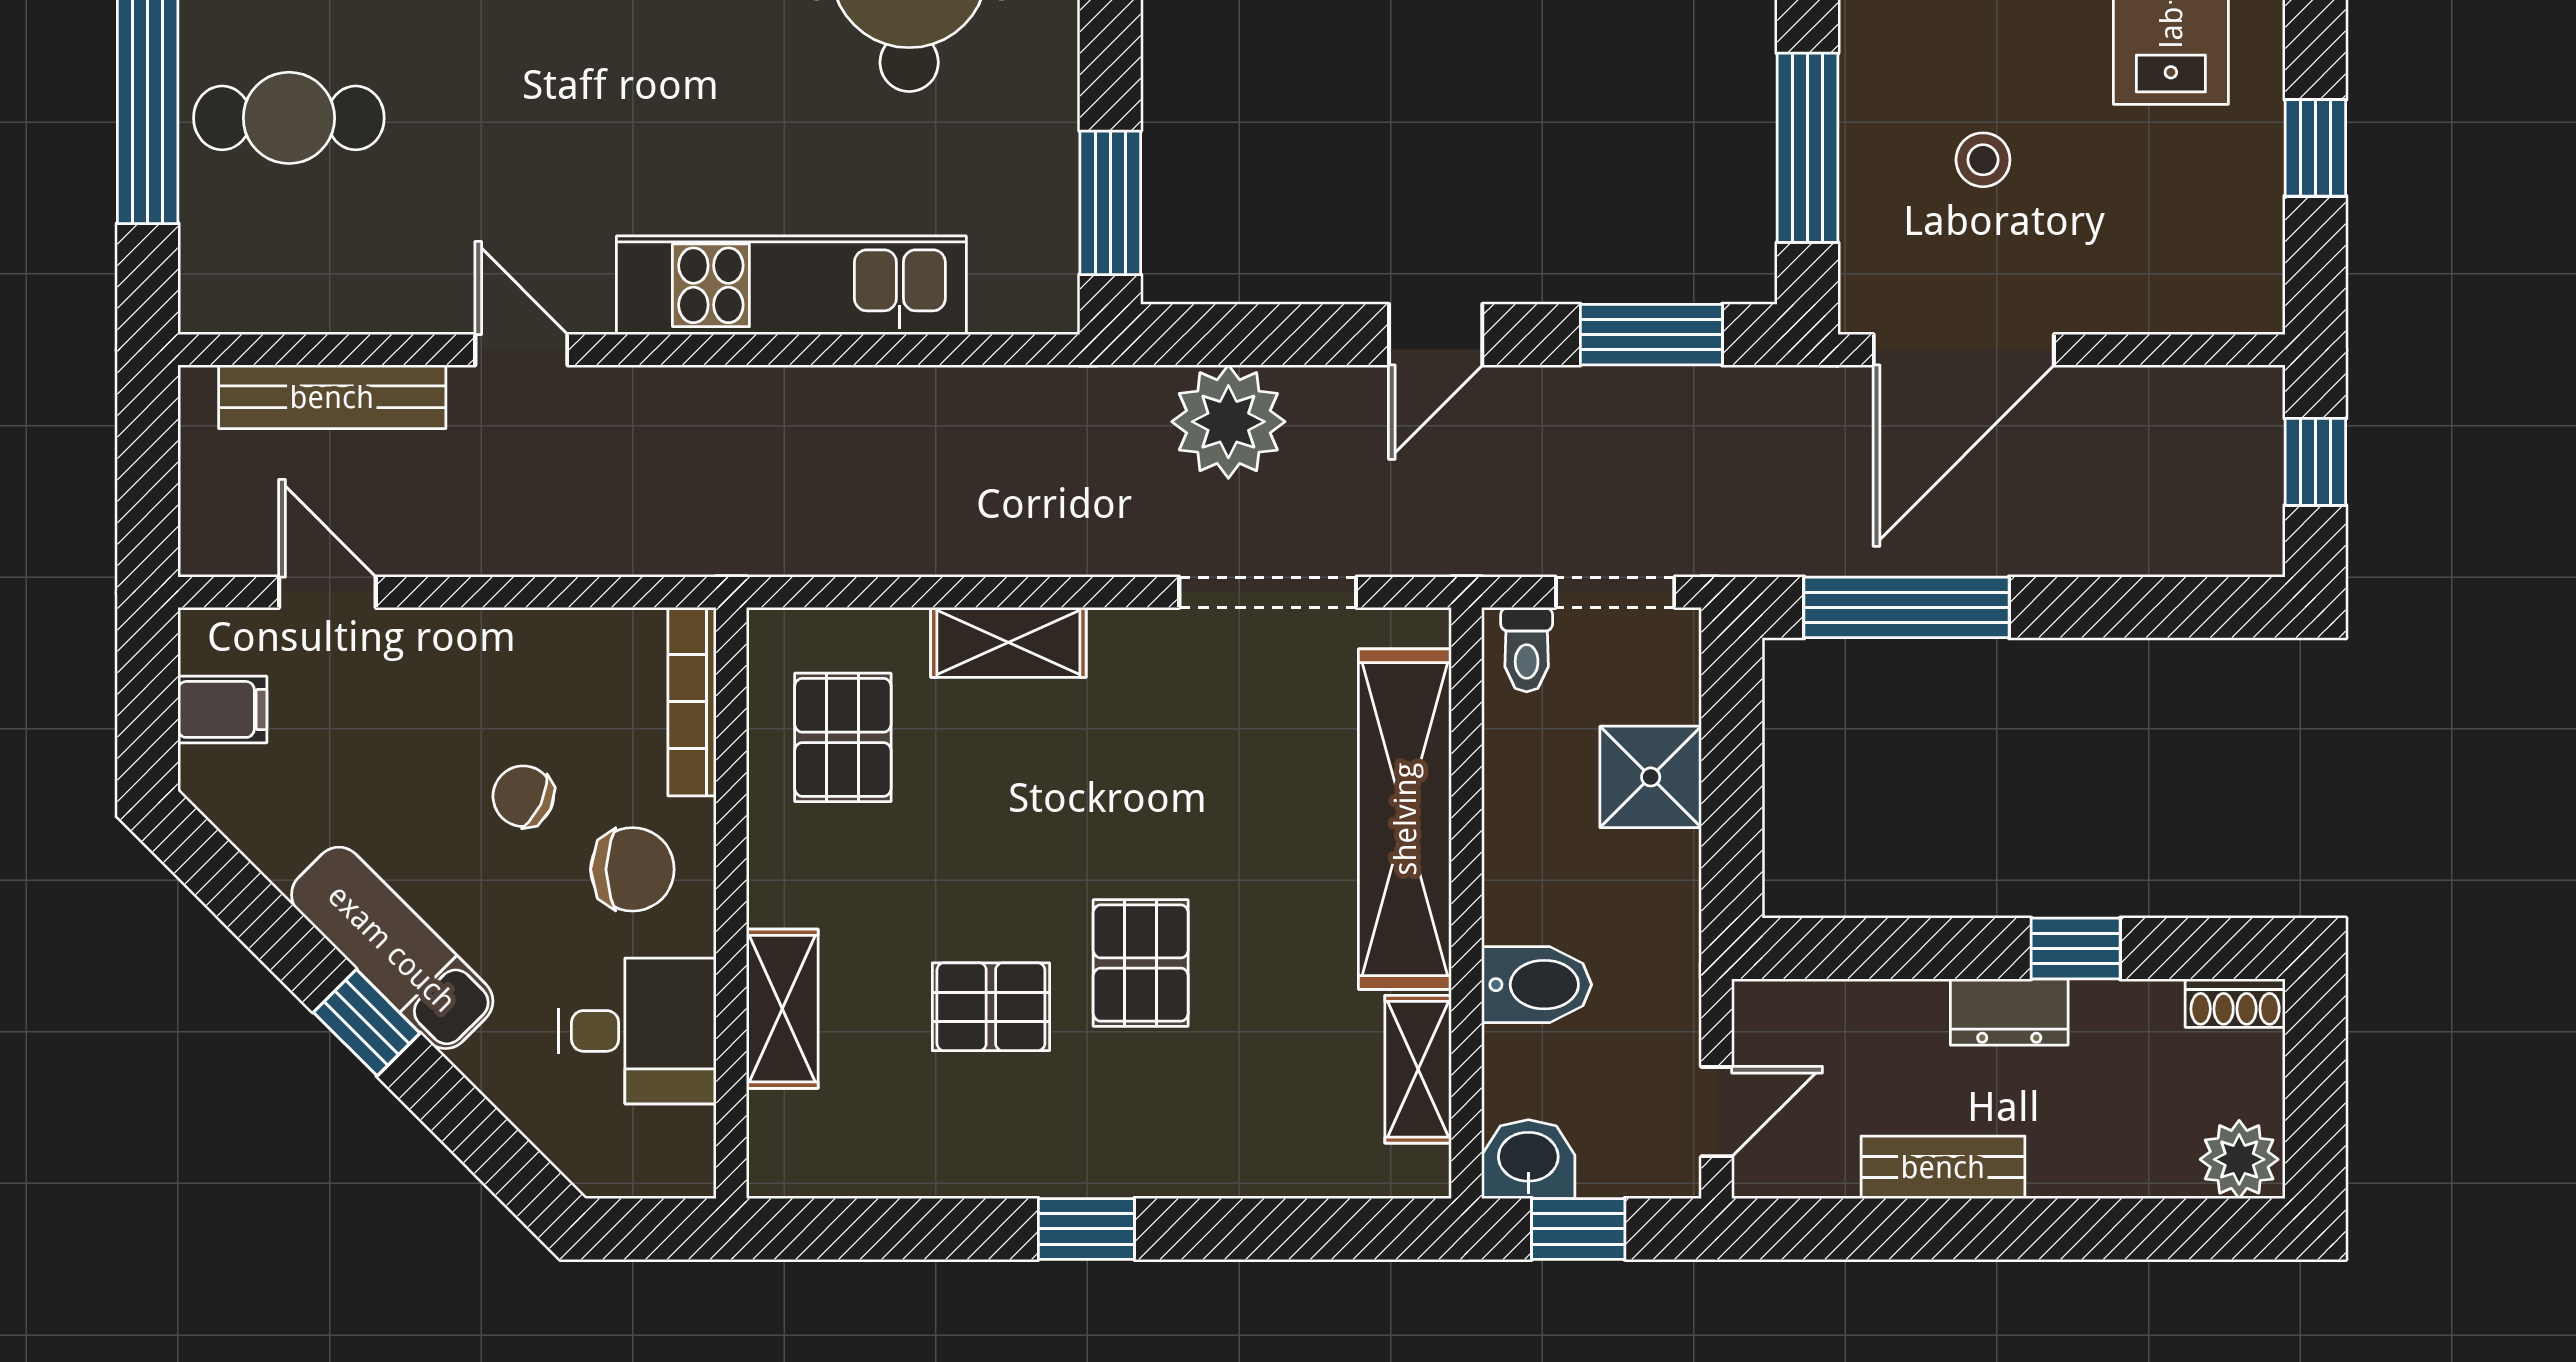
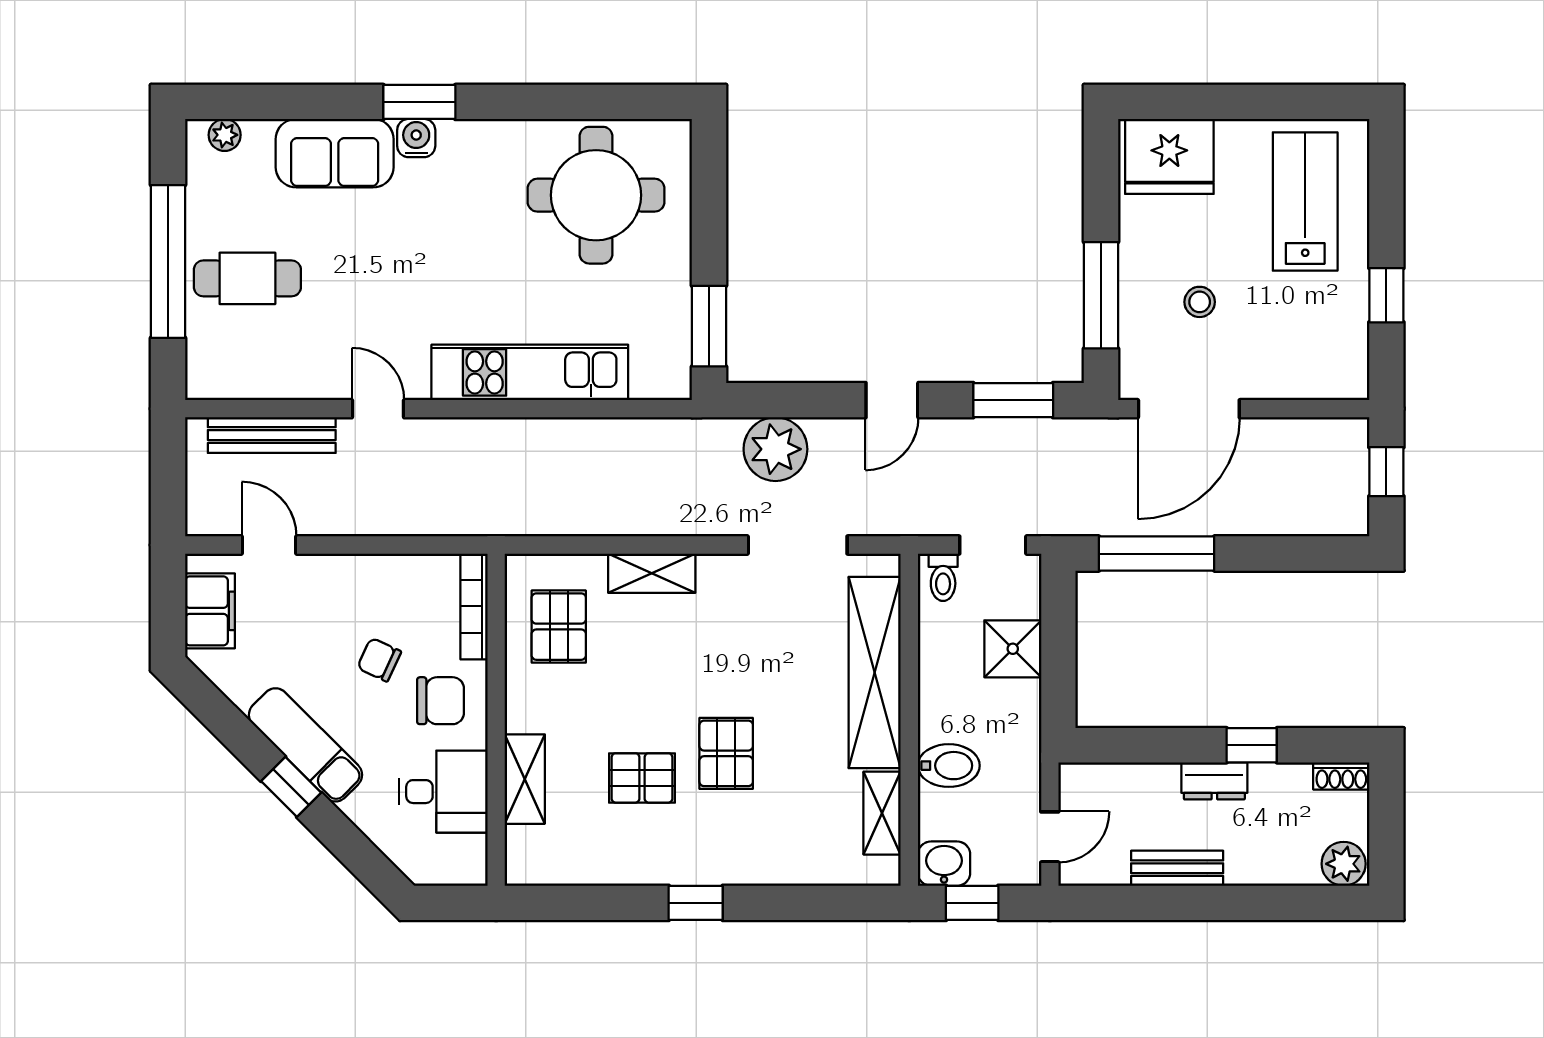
filing cabinet: (222, 709) -> (210, 611), width x2.00

